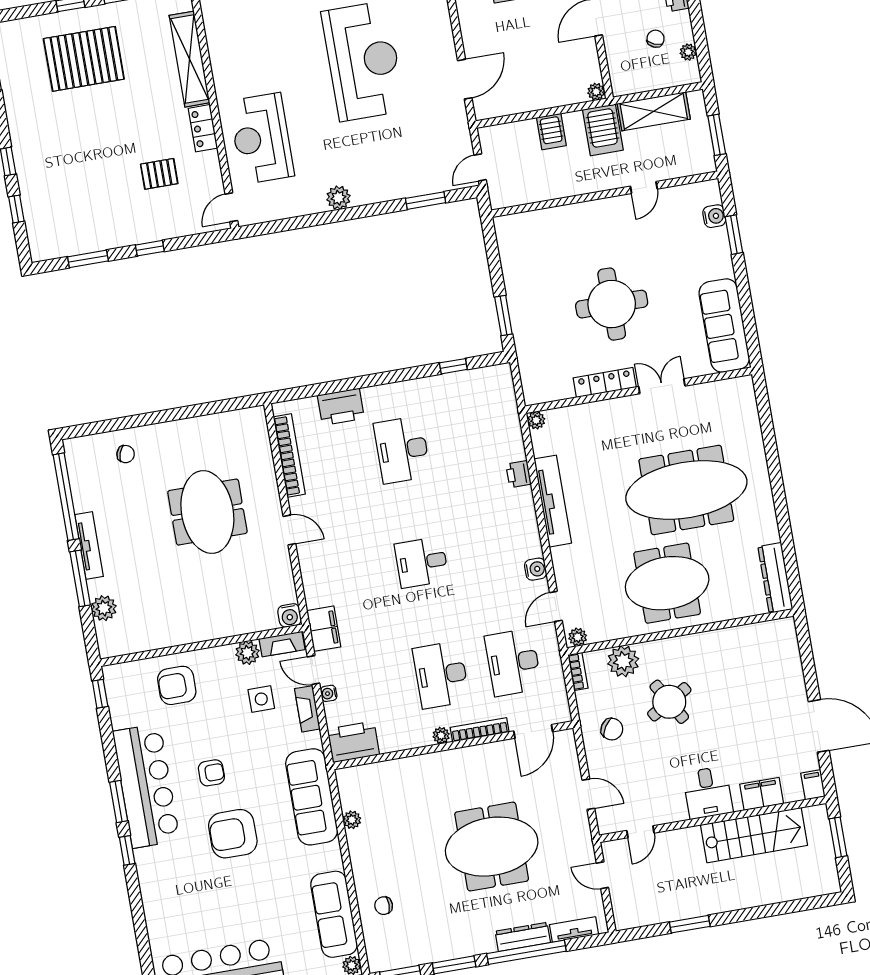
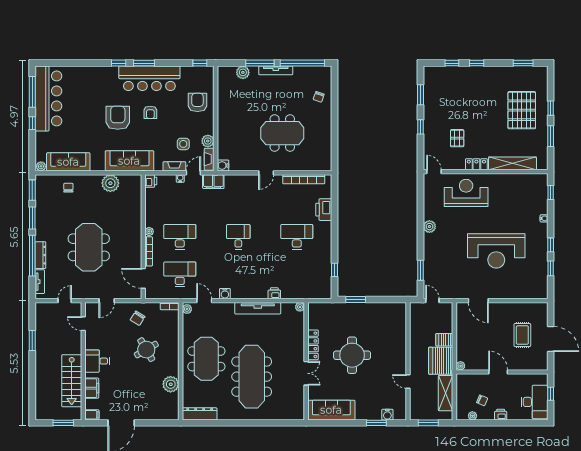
server rack: (603, 130) -> (441, 361), width x1.60
plant: (623, 661) -> (171, 384), moved
printer: (353, 742) -> (151, 181), width x0.53, depth x0.68
plant: (352, 820) -> (110, 183), width x1.88, depth x1.88

